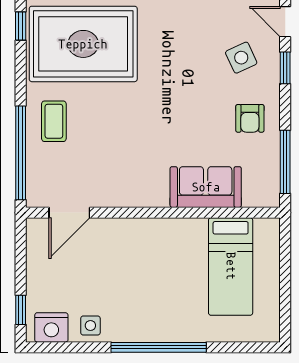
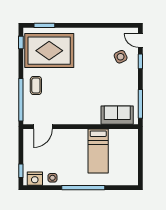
armchair: (250, 118) -> (124, 84), removed
sofa: (206, 187) -> (117, 115), moved
bed: (231, 266) -> (98, 151), moved

